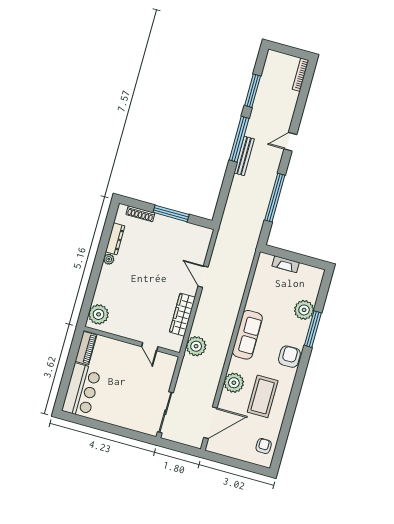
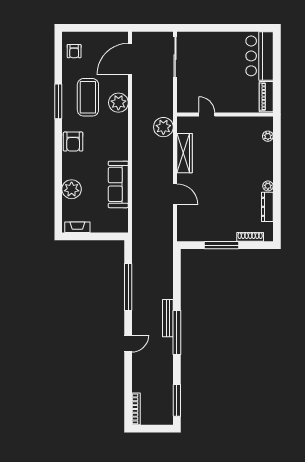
window: (253, 91) -> (177, 400), moved
fireplace: (286, 264) -> (77, 227), moved
plant: (99, 314) -> (268, 136), width x0.53, depth x0.53
window: (313, 329) -> (58, 101), moved
sofa: (247, 335) -> (118, 184), moved

